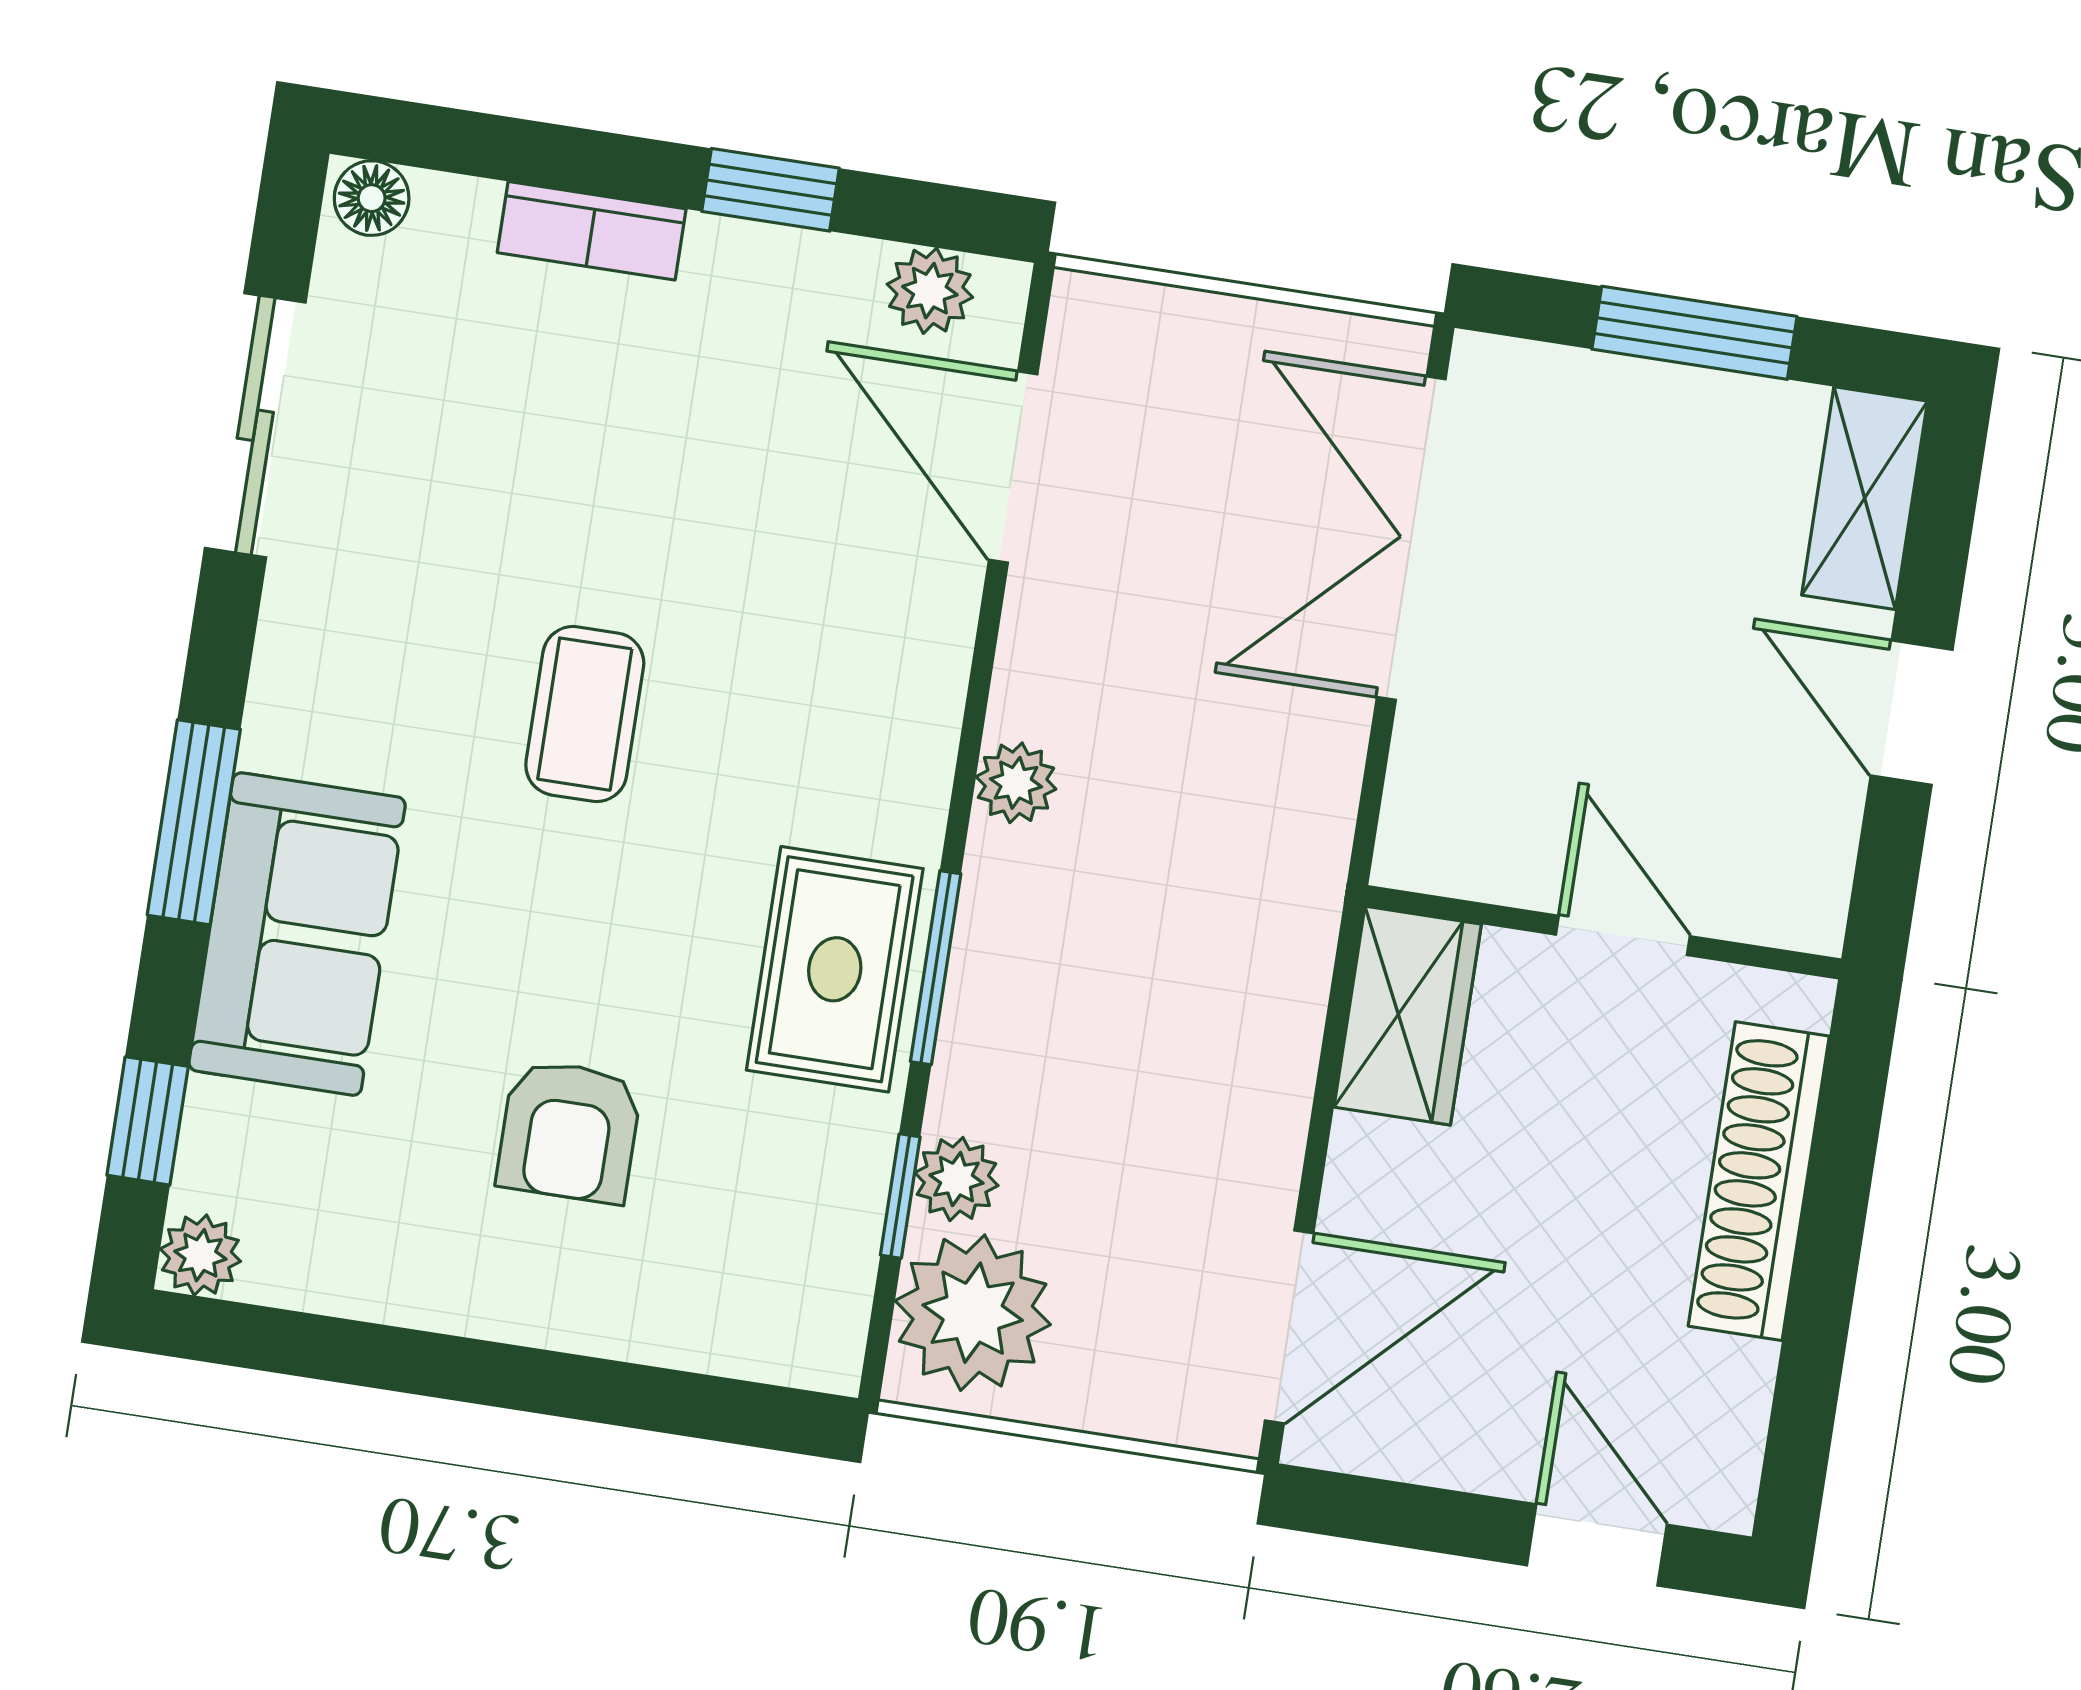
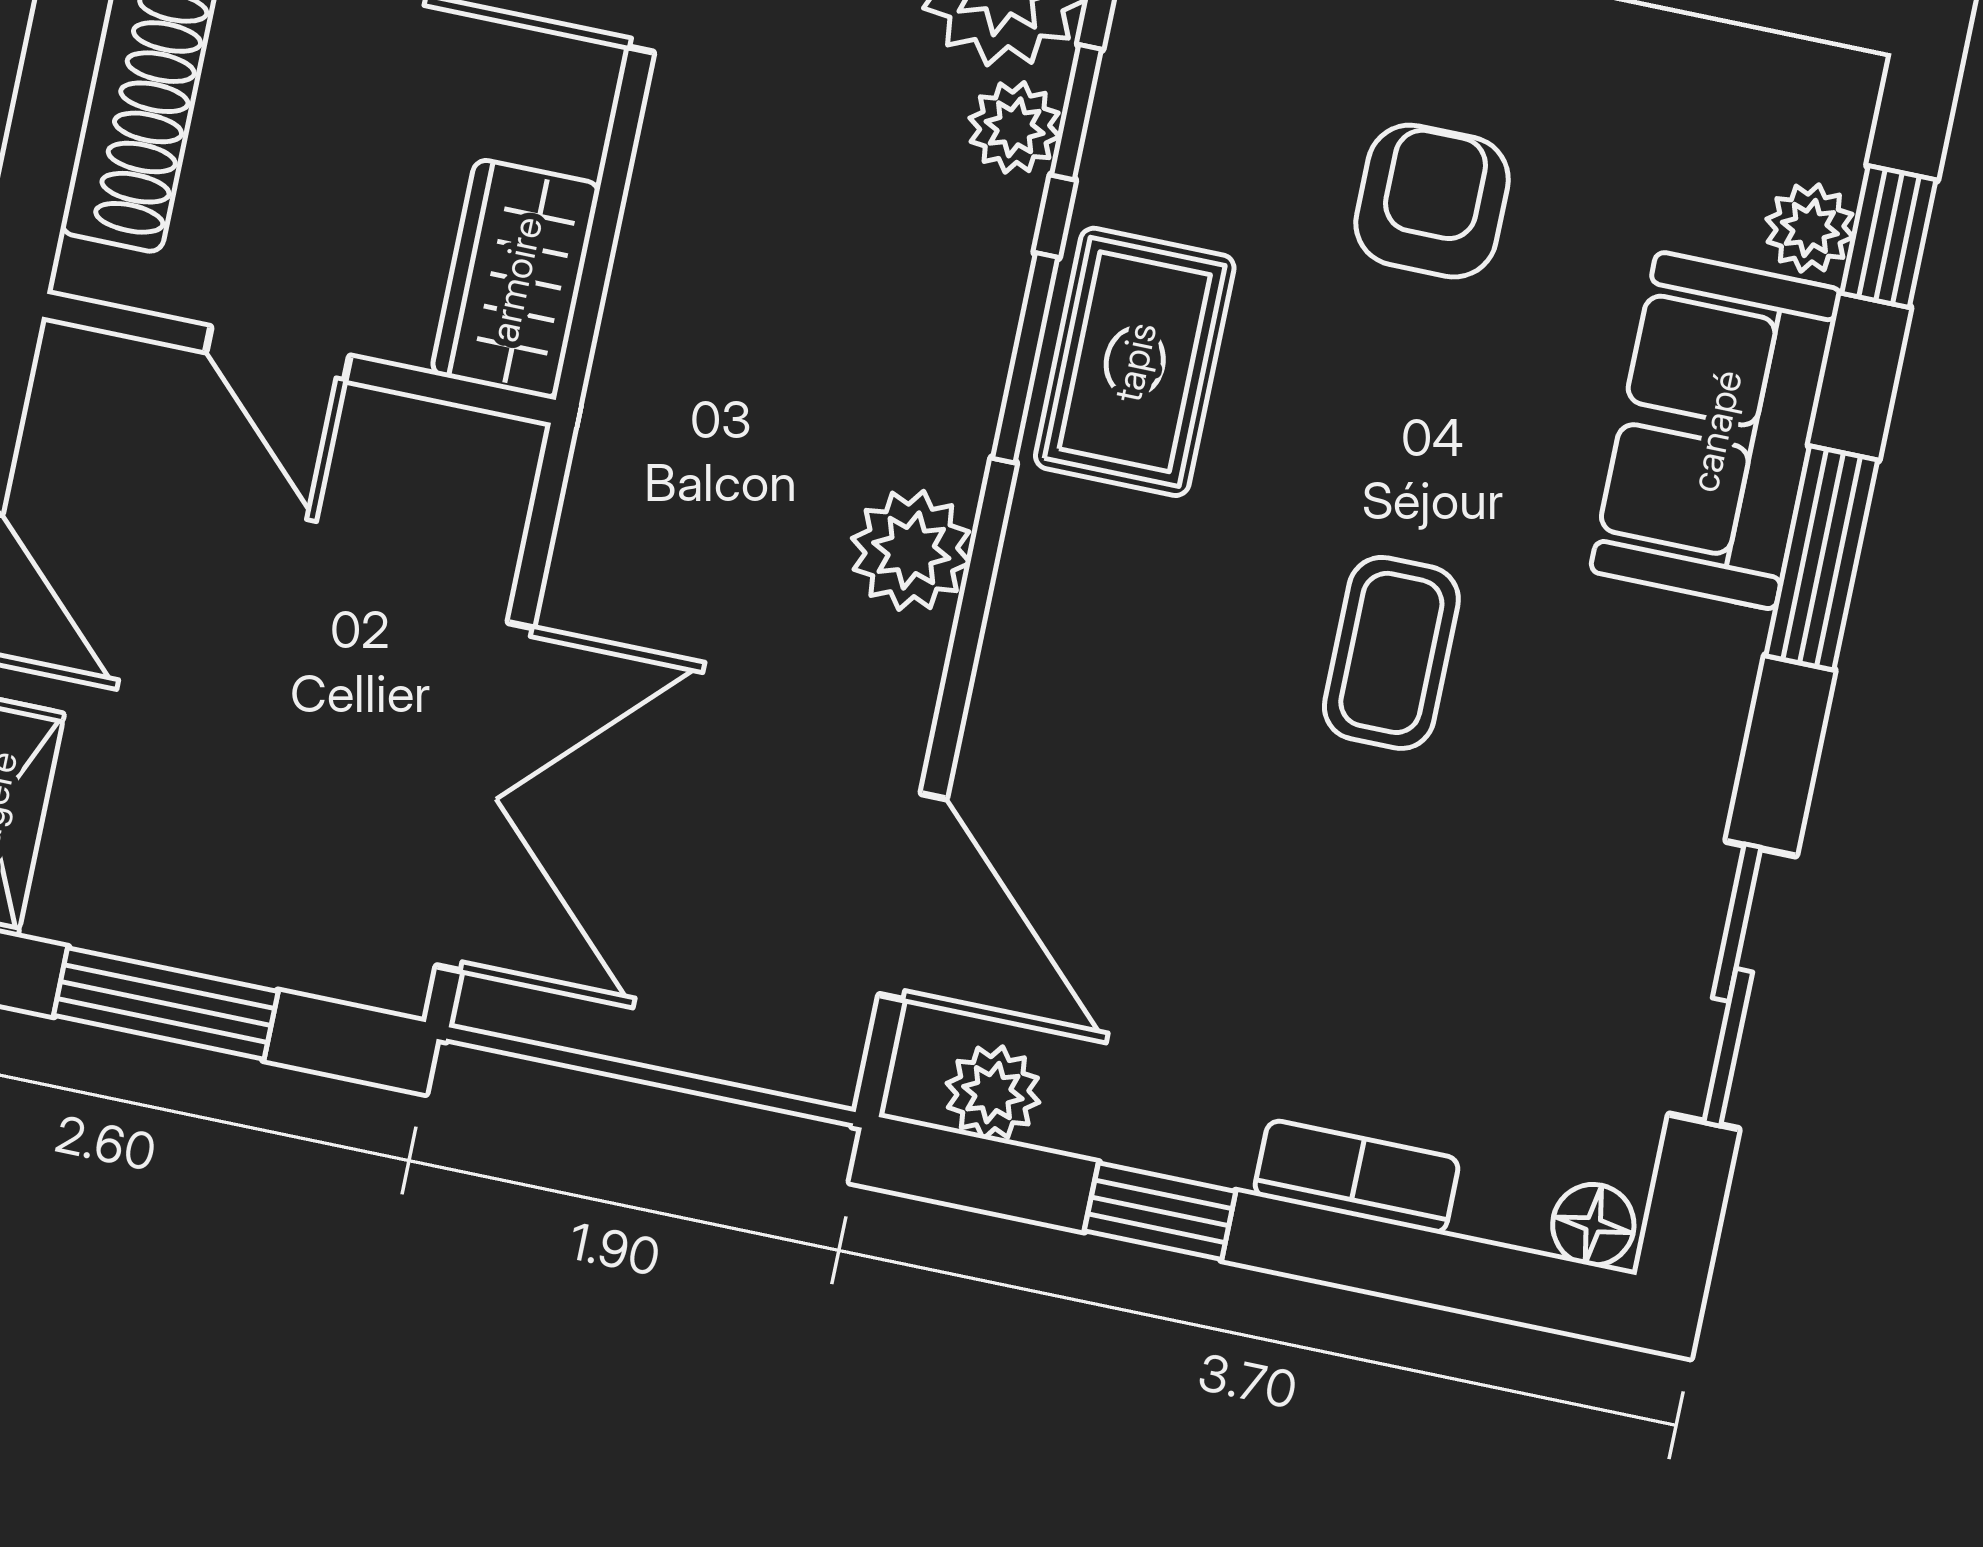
plant: (1016, 783) -> (911, 550), width x1.38, depth x1.38
plant: (200, 1255) -> (1810, 228), moved

